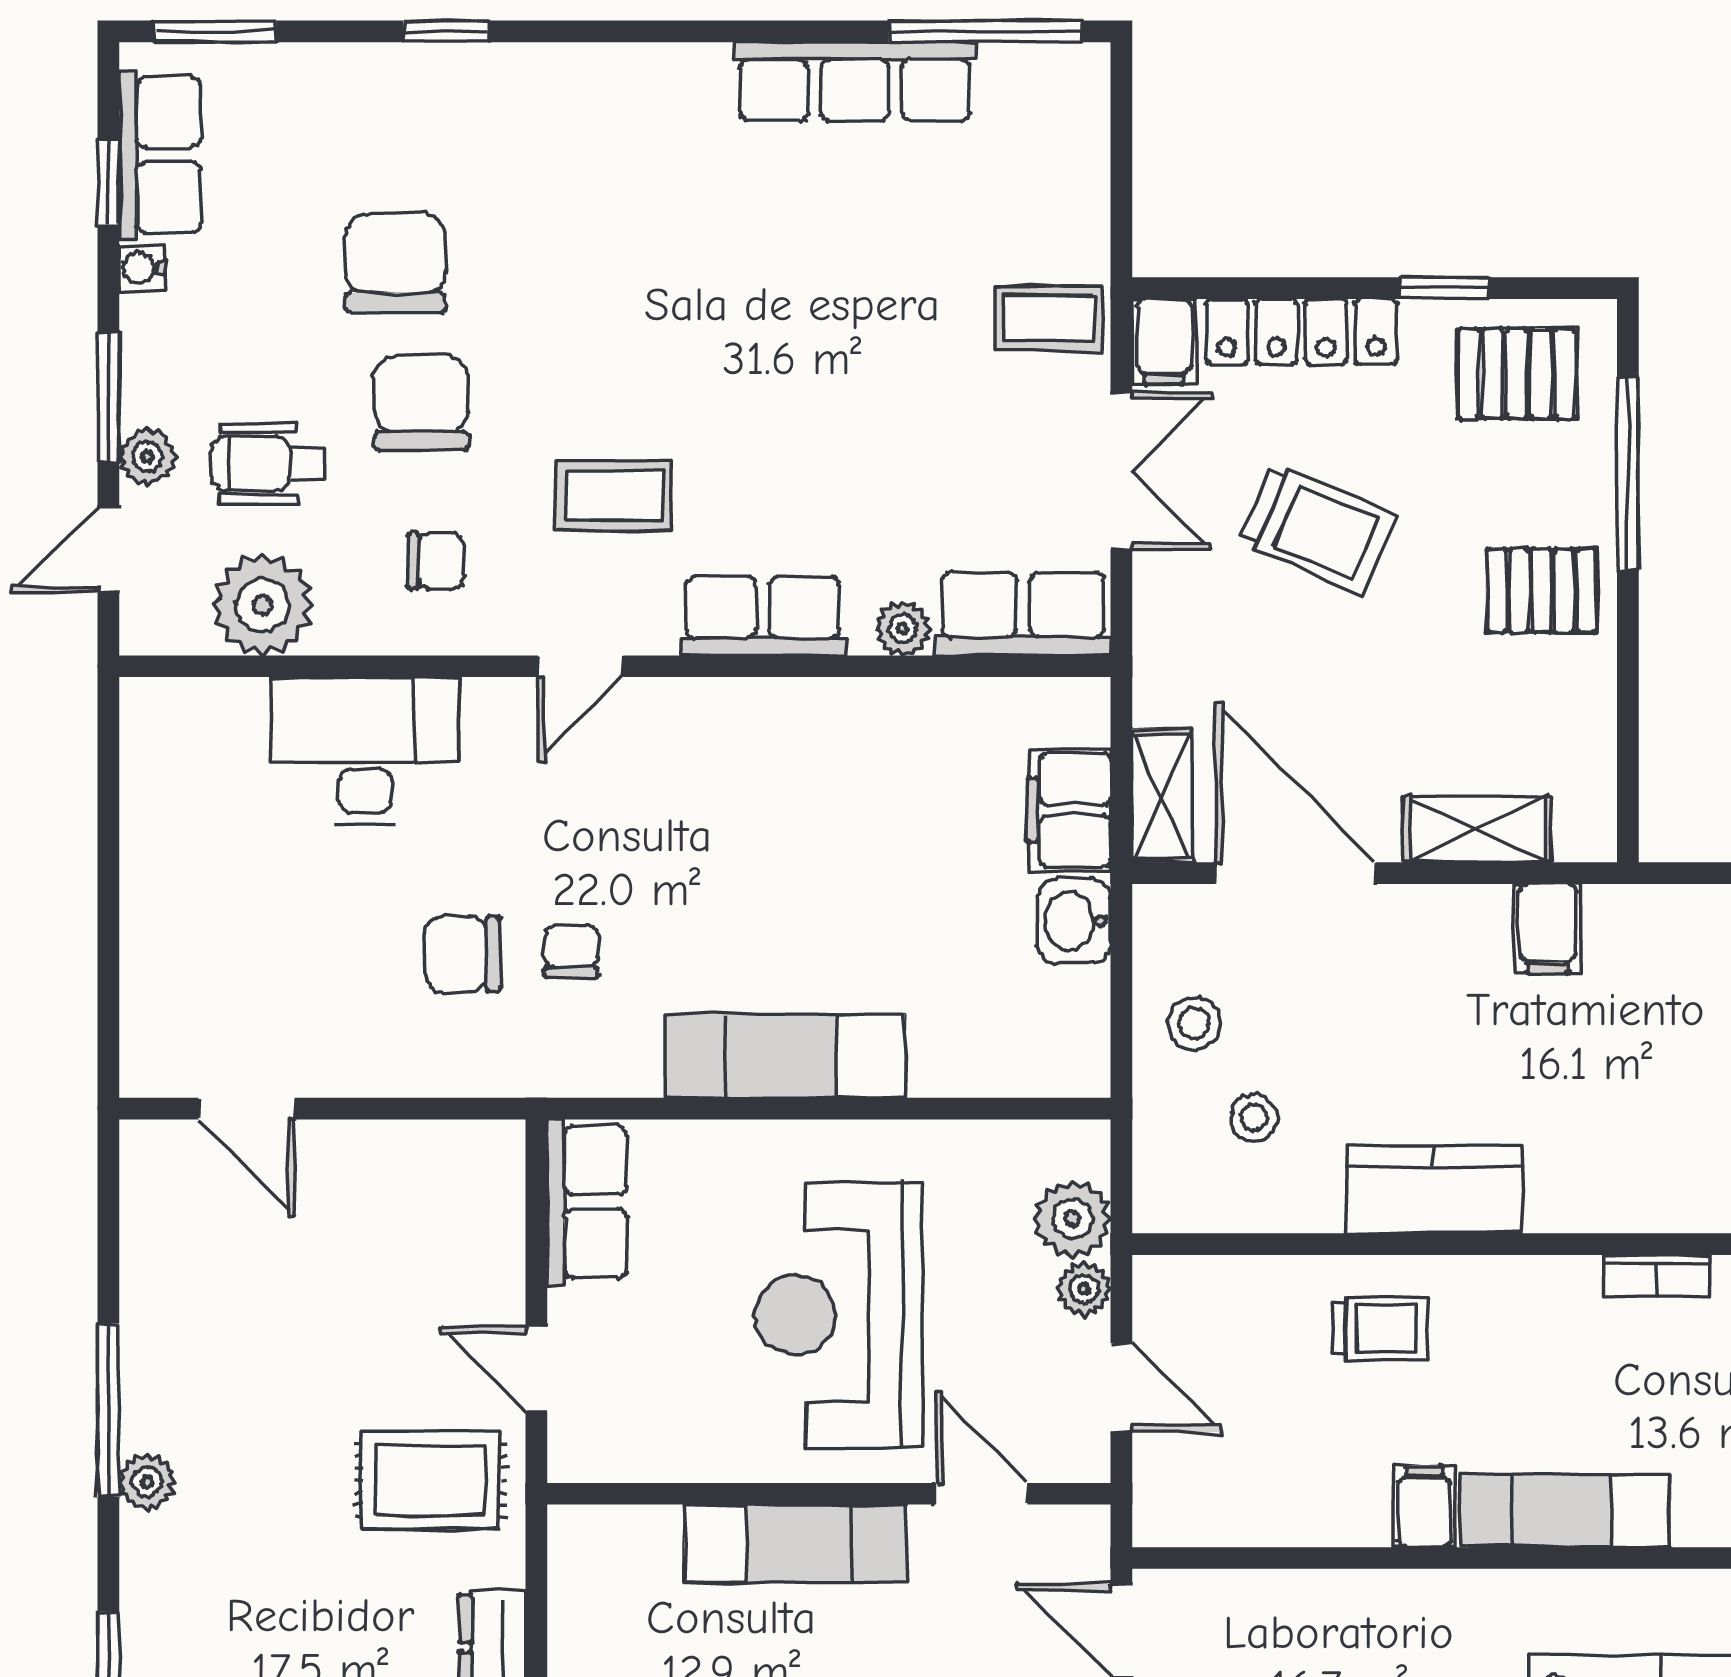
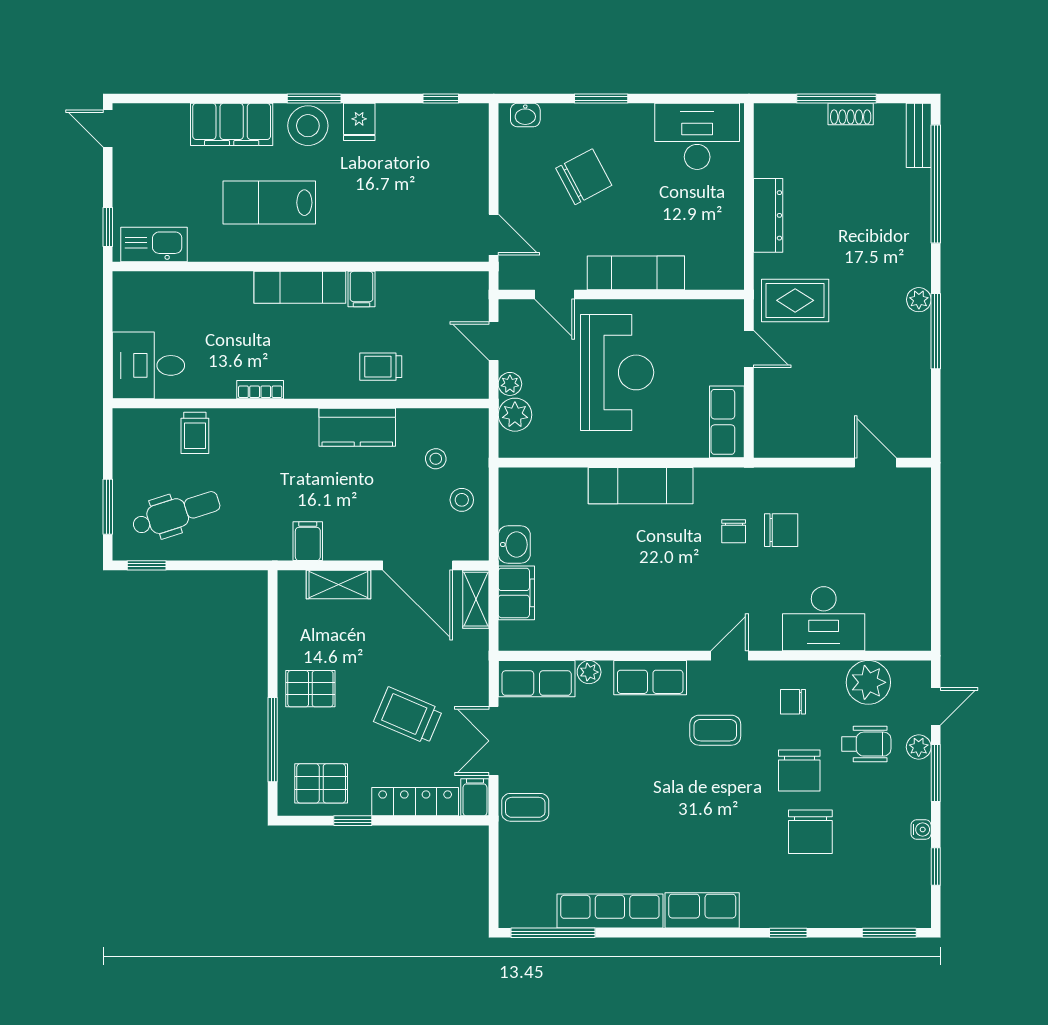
row of seats: (160, 155) -> (702, 910), moved, turned 90

